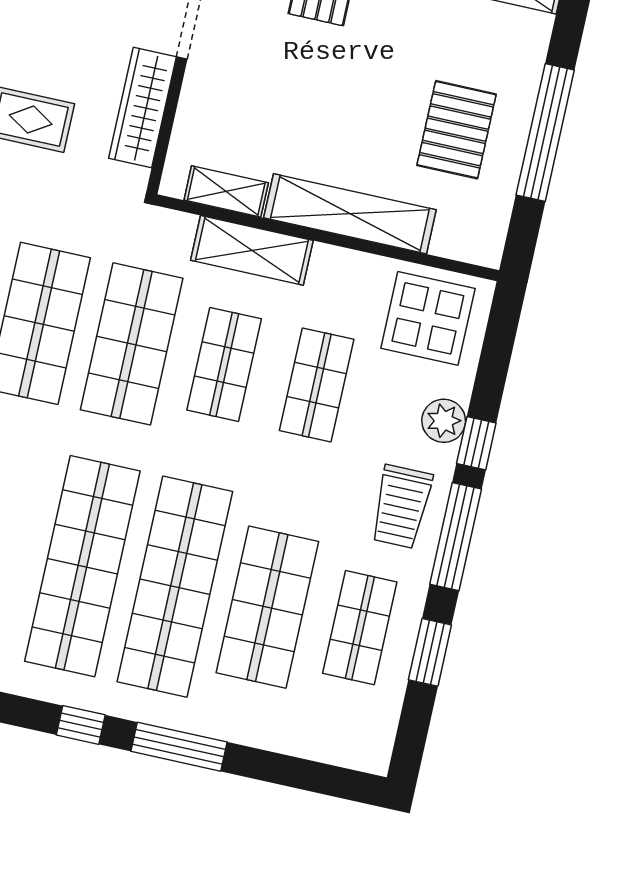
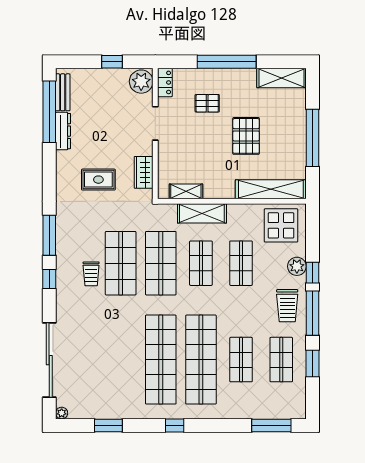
wardrobe: (143, 108) -> (144, 172), width x0.67
pallet: (457, 130) -> (246, 136), moved
shelving: (350, 214) -> (271, 189), moved
shop shelf: (267, 607) -> (241, 360), width x0.70, depth x0.74
window: (179, 747) -> (271, 425), moved

